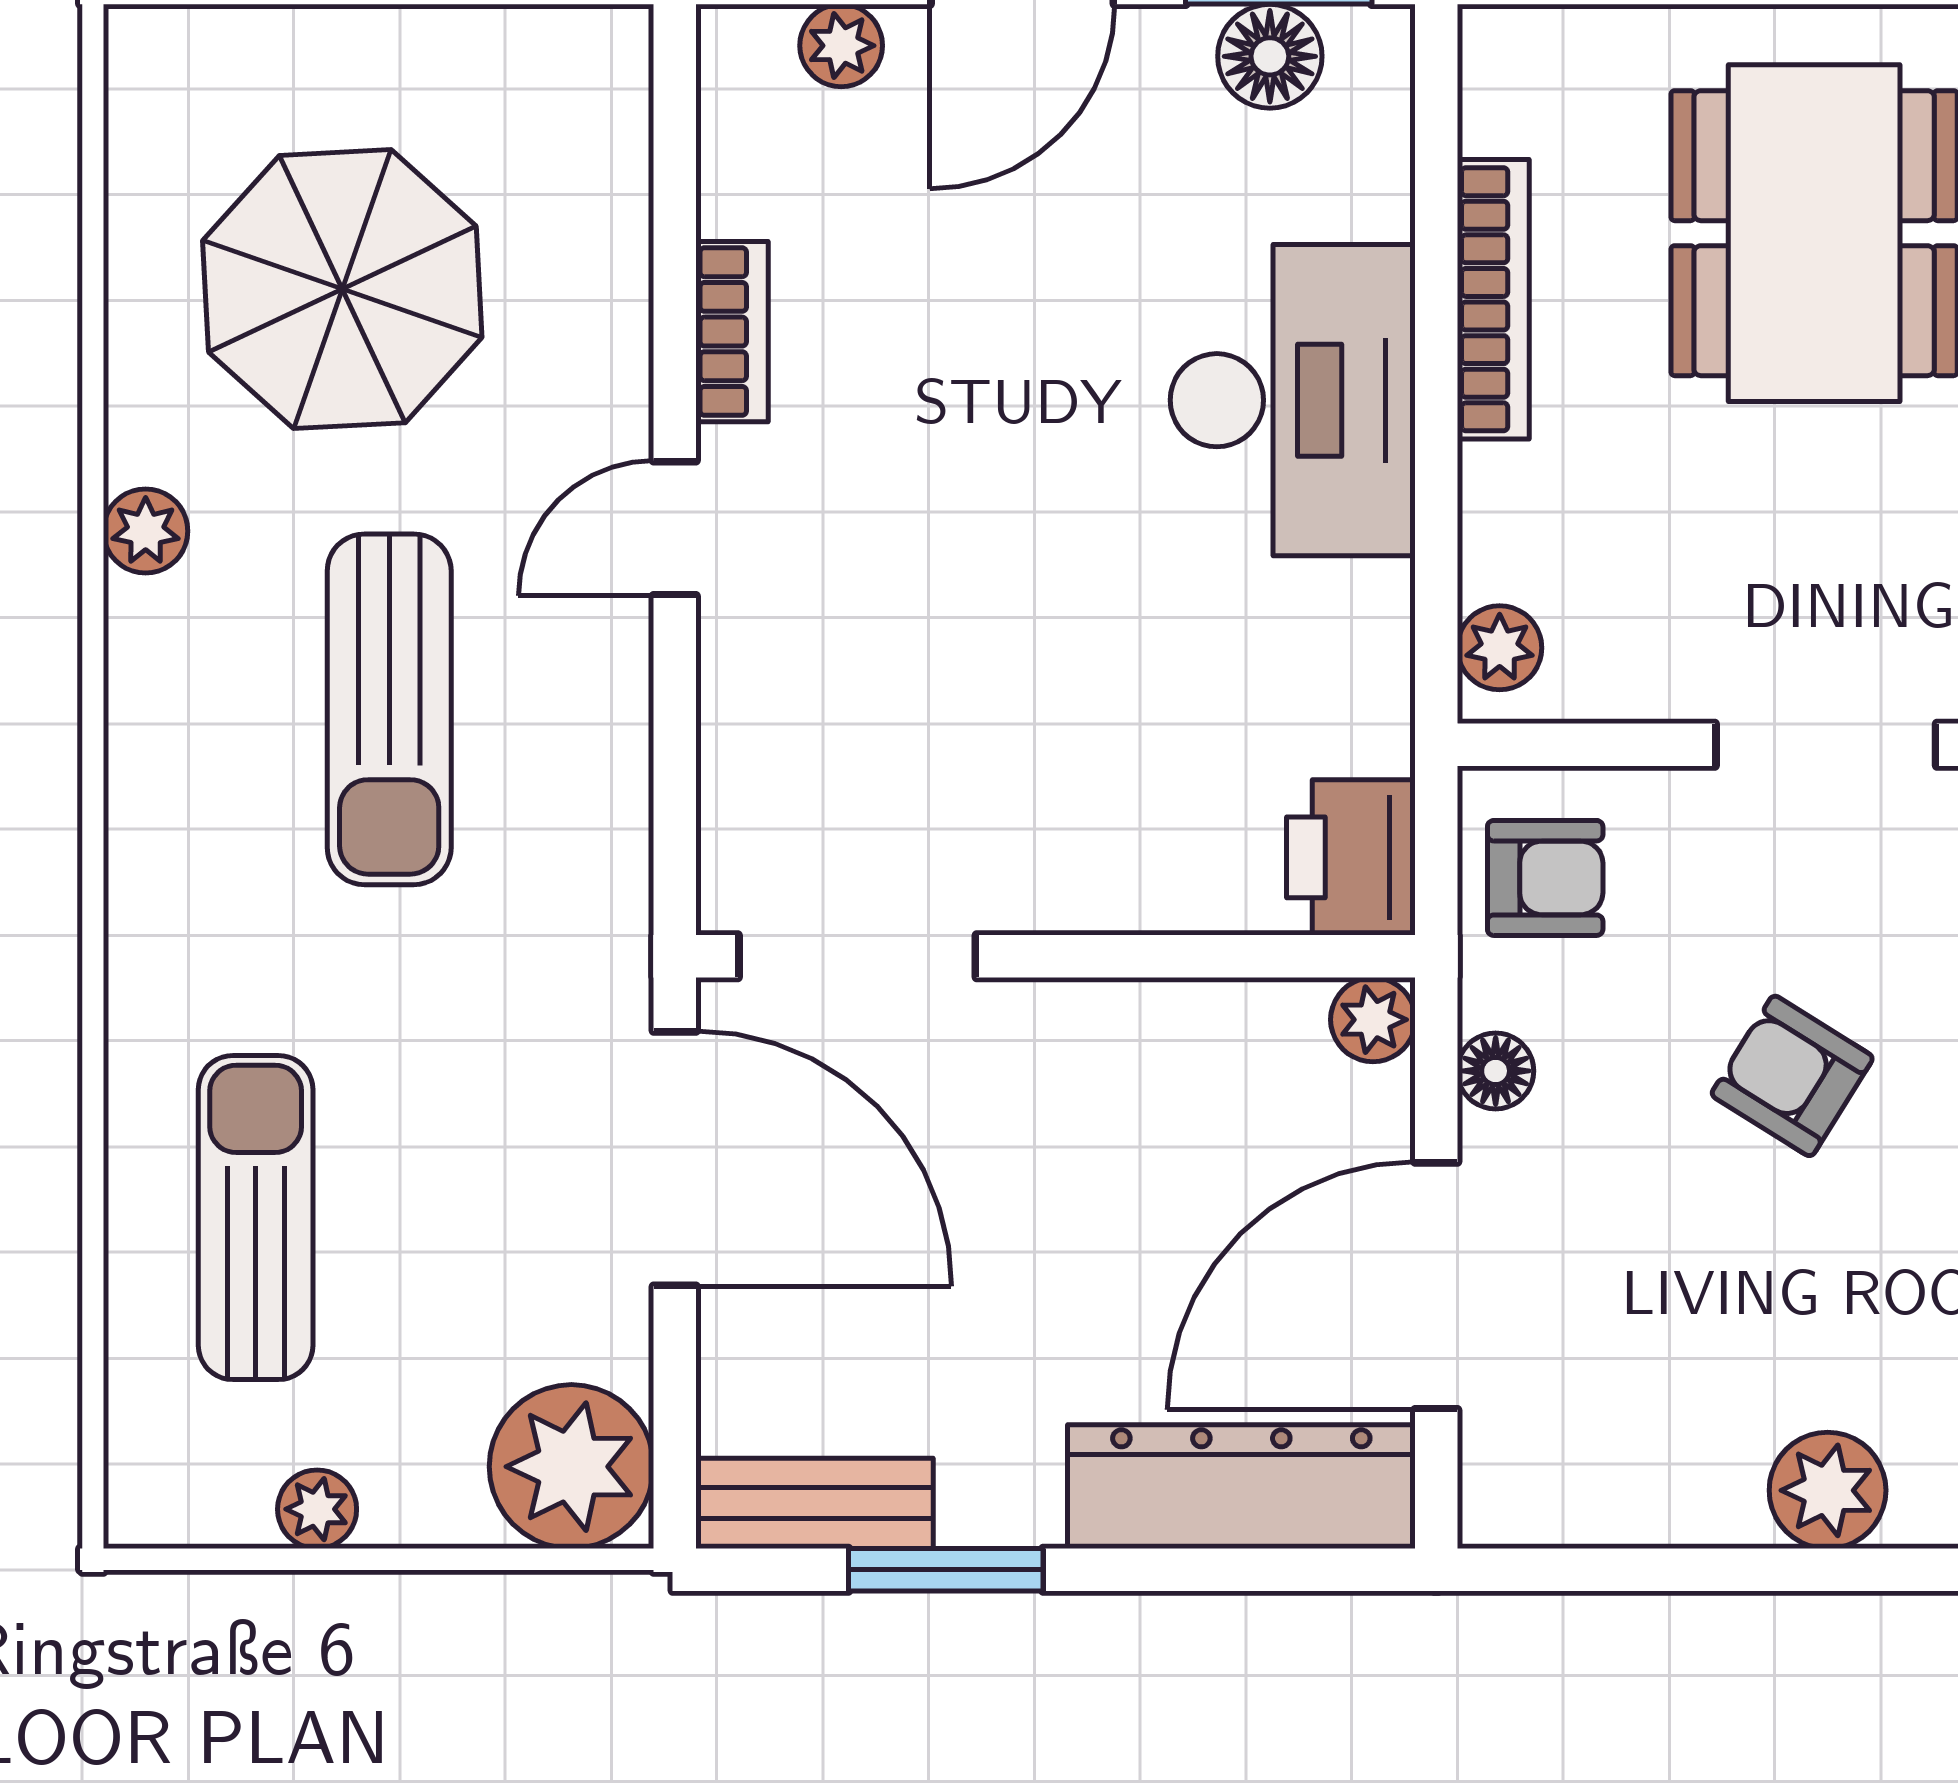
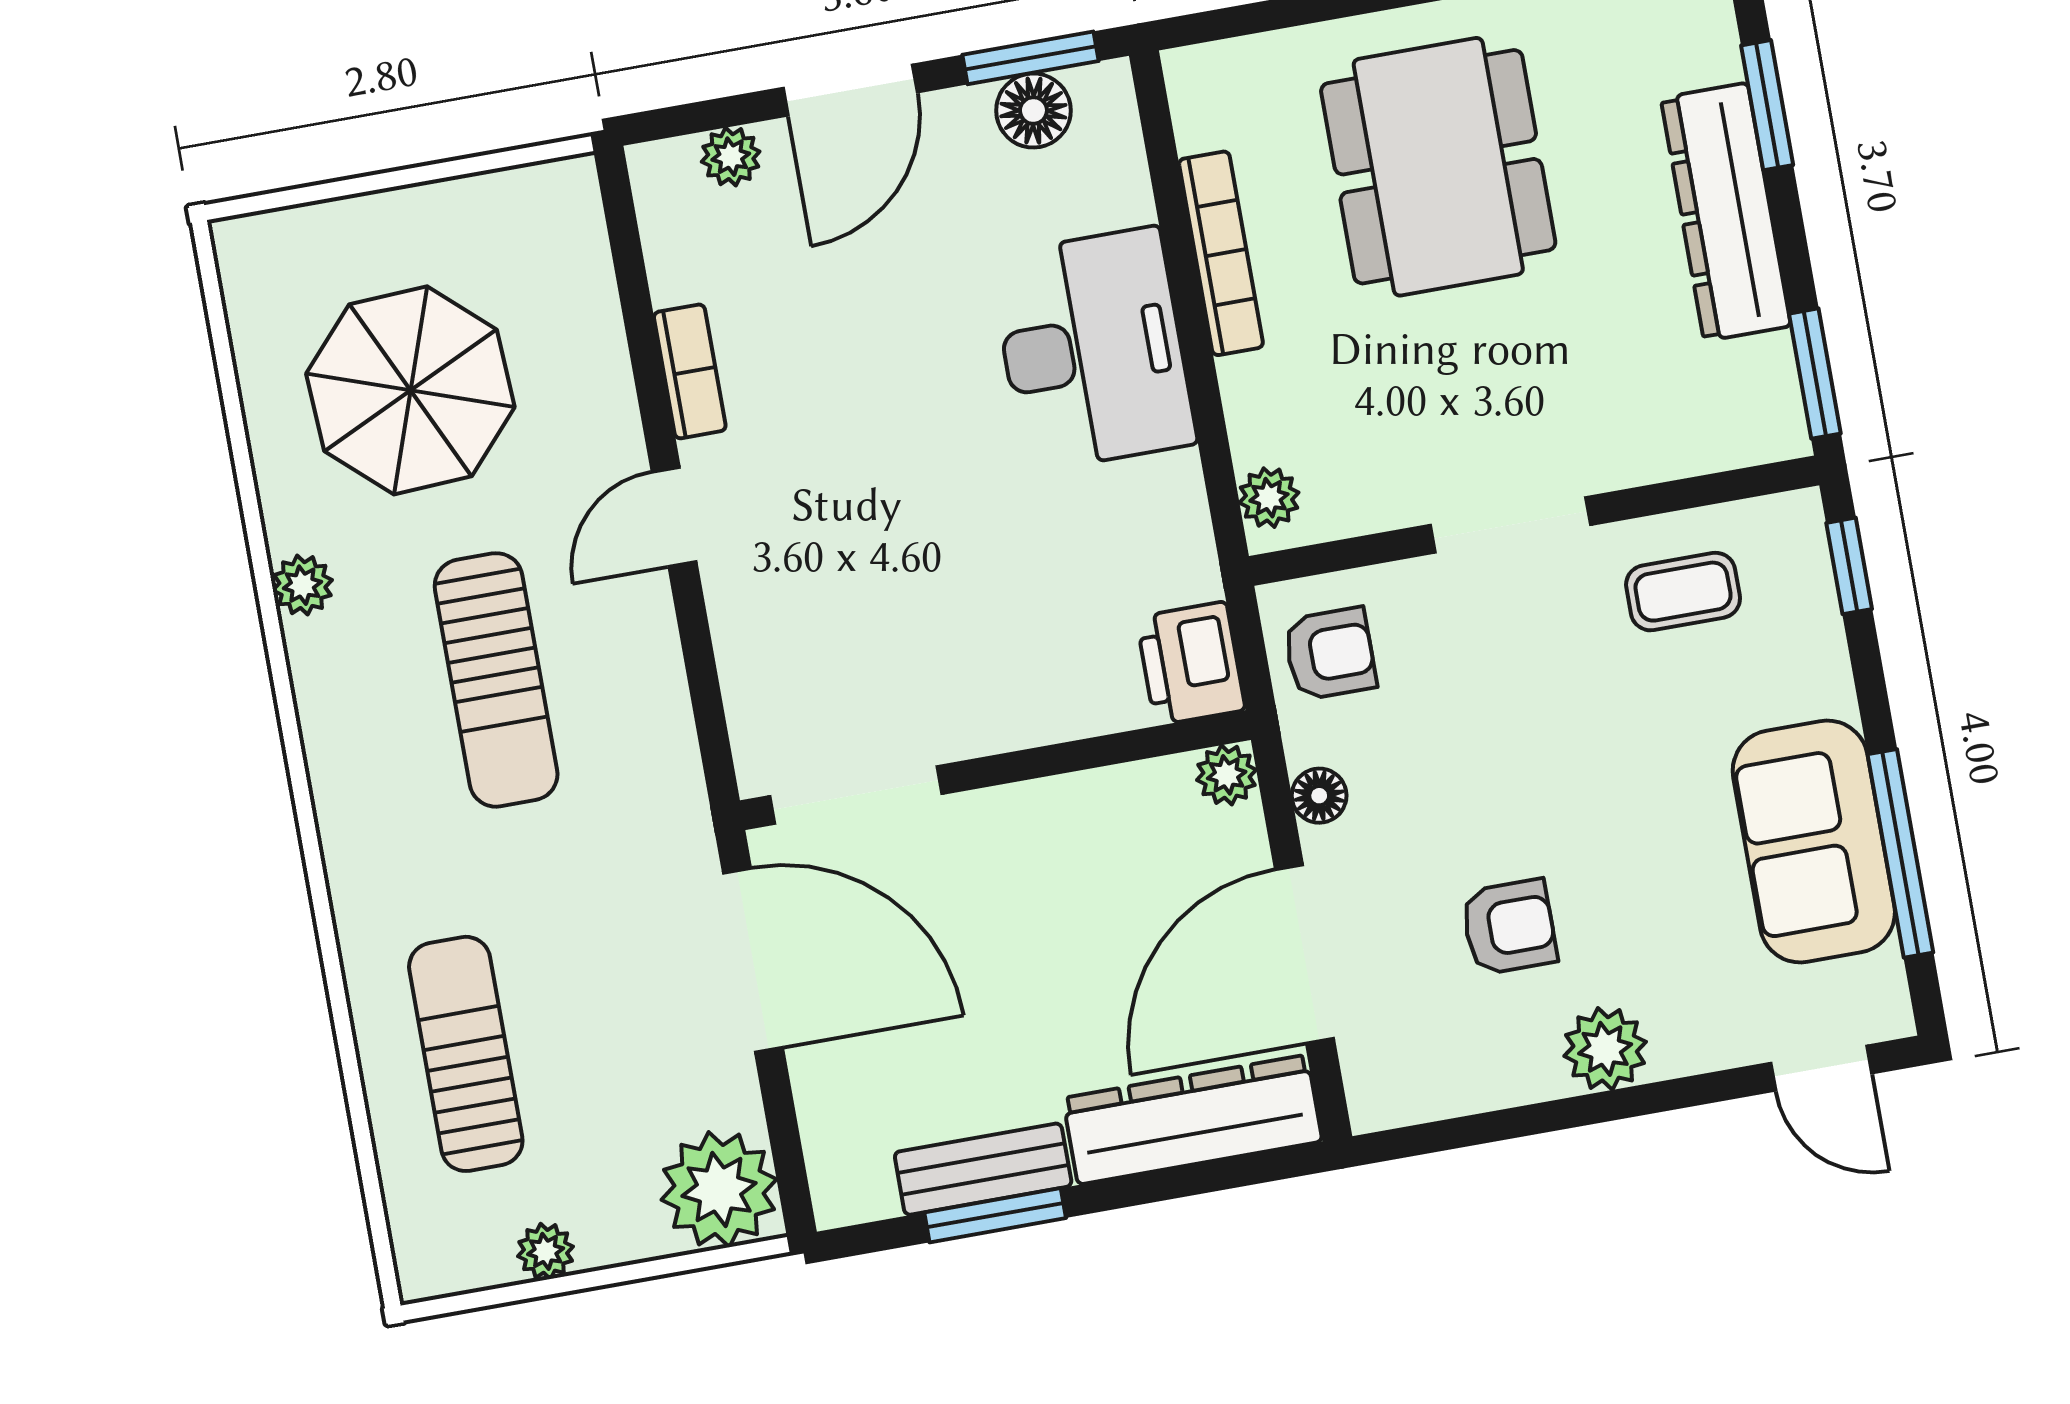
armchair: (1792, 1076) -> (1509, 927), moved, turned 148
bench: (814, 1503) -> (983, 1169), moved

